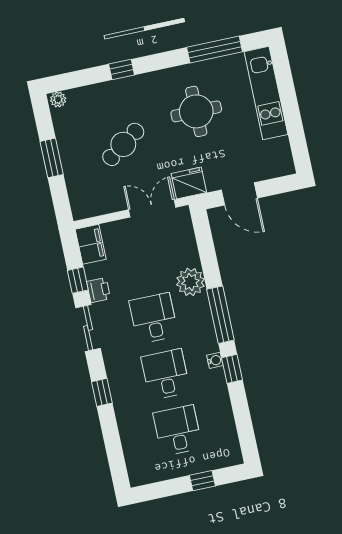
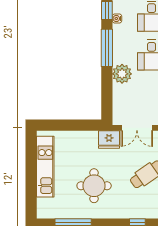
kitchen unit: (266, 93) -> (45, 167), moved
door: (239, 194) -> (77, 125), removed

